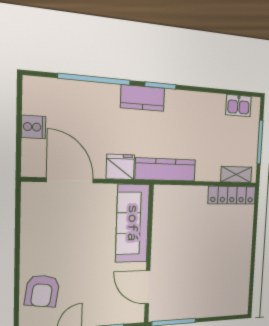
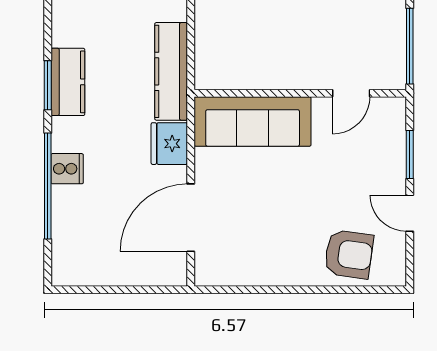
kitchen counter: (143, 98) -> (68, 82), moved
cooker: (34, 127) -> (67, 169), moved, turned 90
door: (148, 287) -> (351, 93), width x0.73

